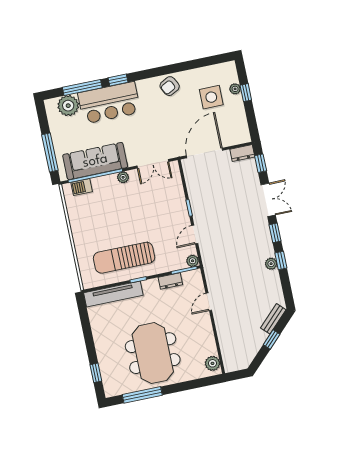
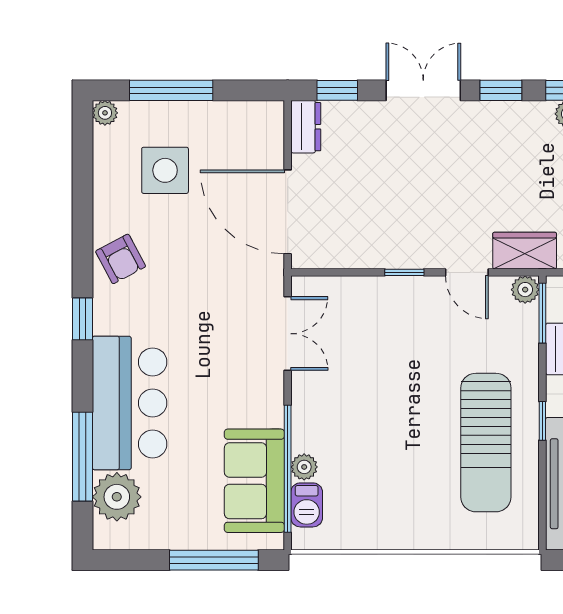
window: (118, 80) -> (83, 319), moved
plant: (235, 89) -> (105, 113), moved
window: (246, 93) -> (171, 90), width x2.17
sofa: (95, 161) -> (254, 481), width x0.73
plant: (123, 177) -> (304, 467), moved
wardrobe: (209, 257) -> (525, 251), added

